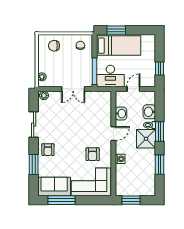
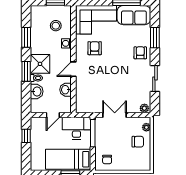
chair: (54, 46) -> (138, 142), moved
stool: (131, 176) -> (56, 26), added

